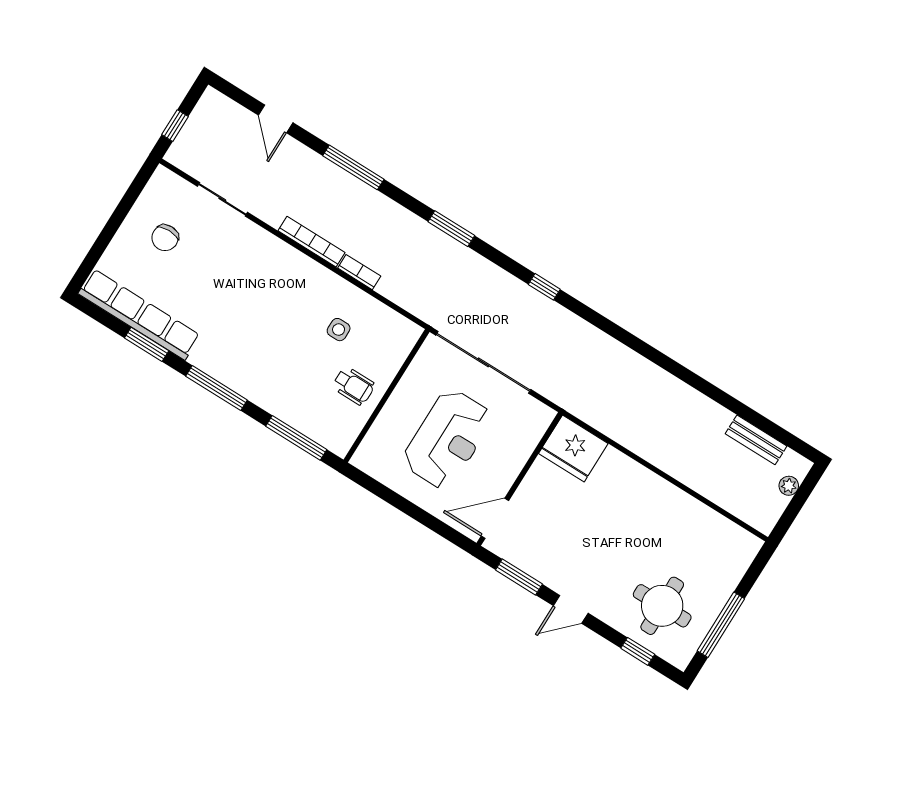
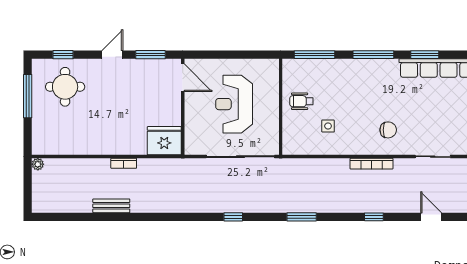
window: (353, 167) -> (374, 217), width x0.46
chair: (165, 238) -> (388, 130), moved, turned 90
bookcase: (359, 272) -> (124, 163), moved
bench: (756, 440) -> (111, 206), moved
plant: (789, 486) -> (38, 164), moved
door: (495, 518) -> (183, 78), hinge flipped

